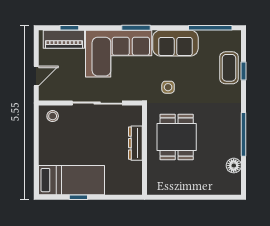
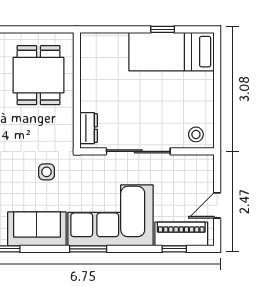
door: (36, 76) -> (217, 205), moved
dining table: (177, 137) -> (39, 75), moved
dresser: (135, 143) -> (89, 128), moved, width x0.70

